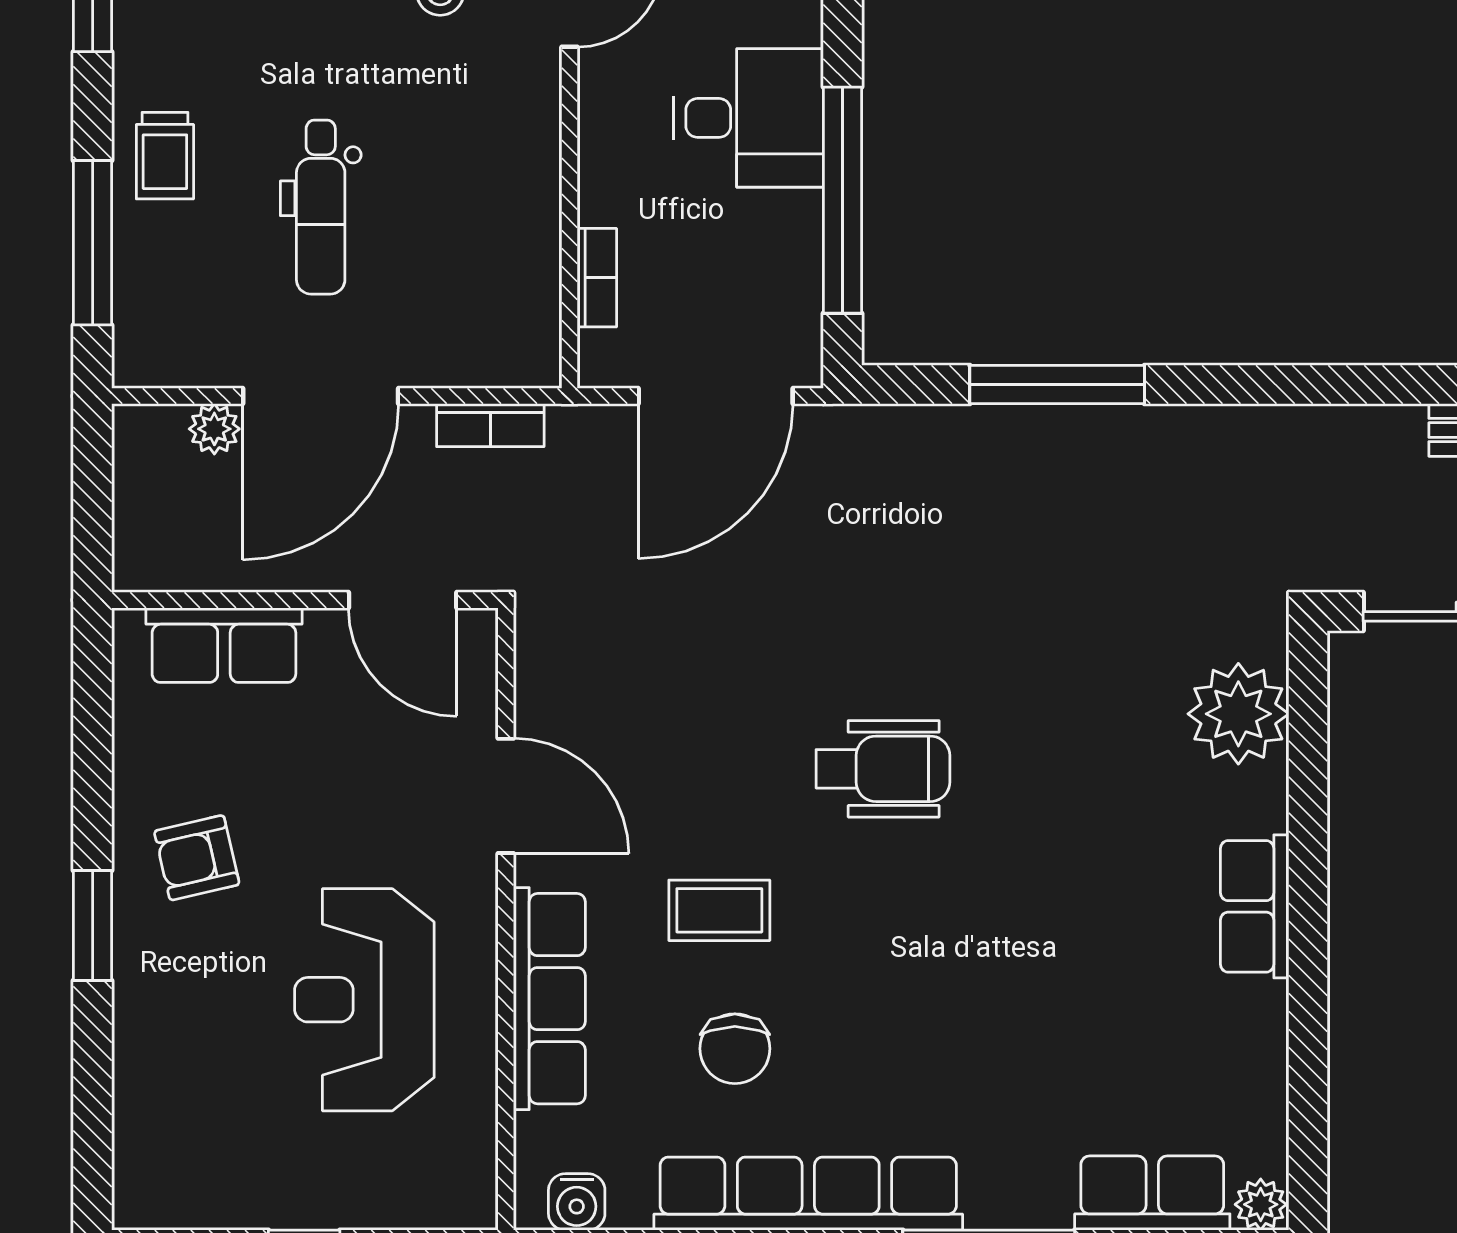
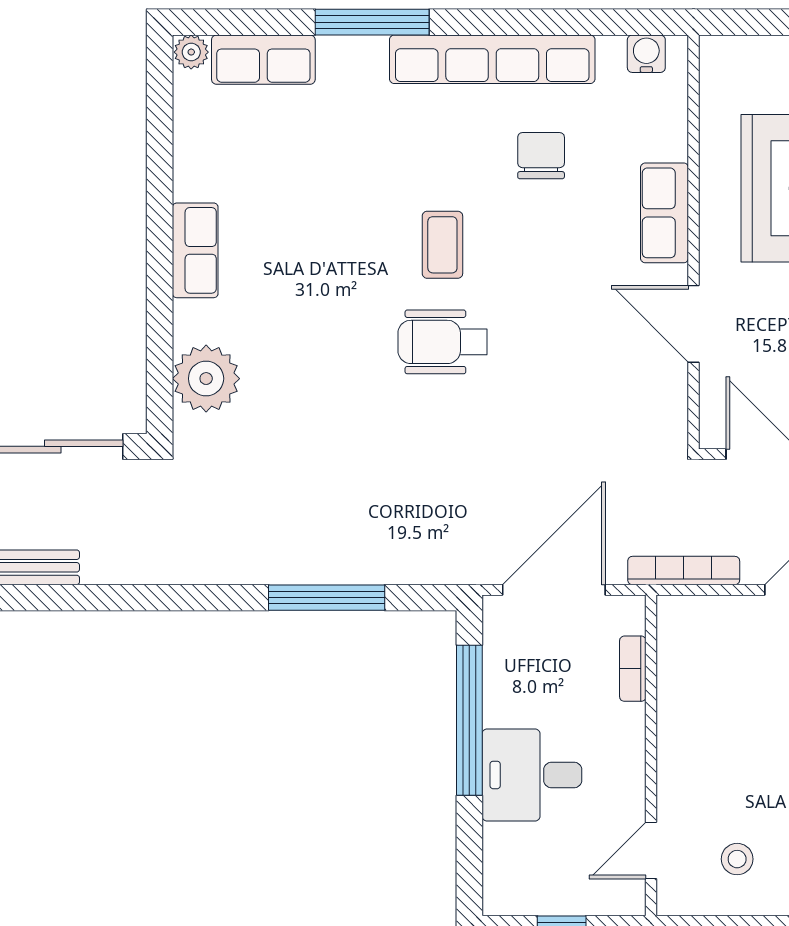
bookcase: (490, 425) -> (684, 571), width x1.56
coffee table: (719, 910) -> (442, 245), moved, turned 90
row of seats: (549, 999) -> (664, 213), width x0.68

